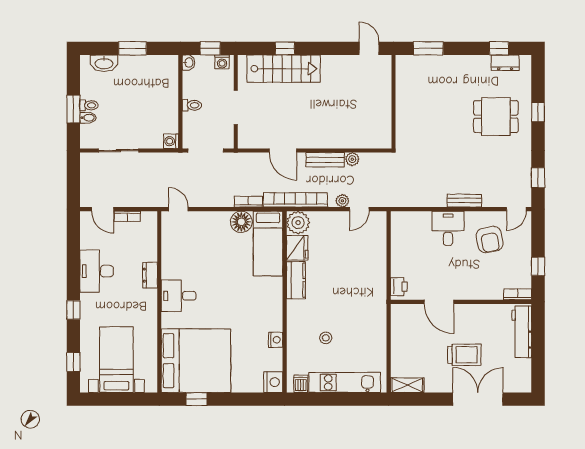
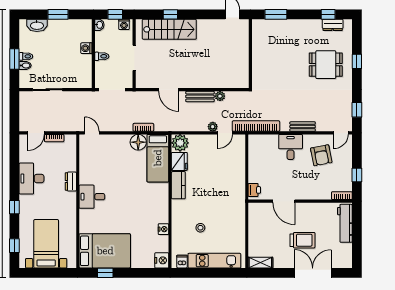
washing machine: (171, 141) -> (86, 48), moved
bookcase: (295, 200) -> (256, 126), moved
door: (103, 209) -> (36, 133), hinge flipped
bed: (196, 361) -> (105, 251), width x0.73

